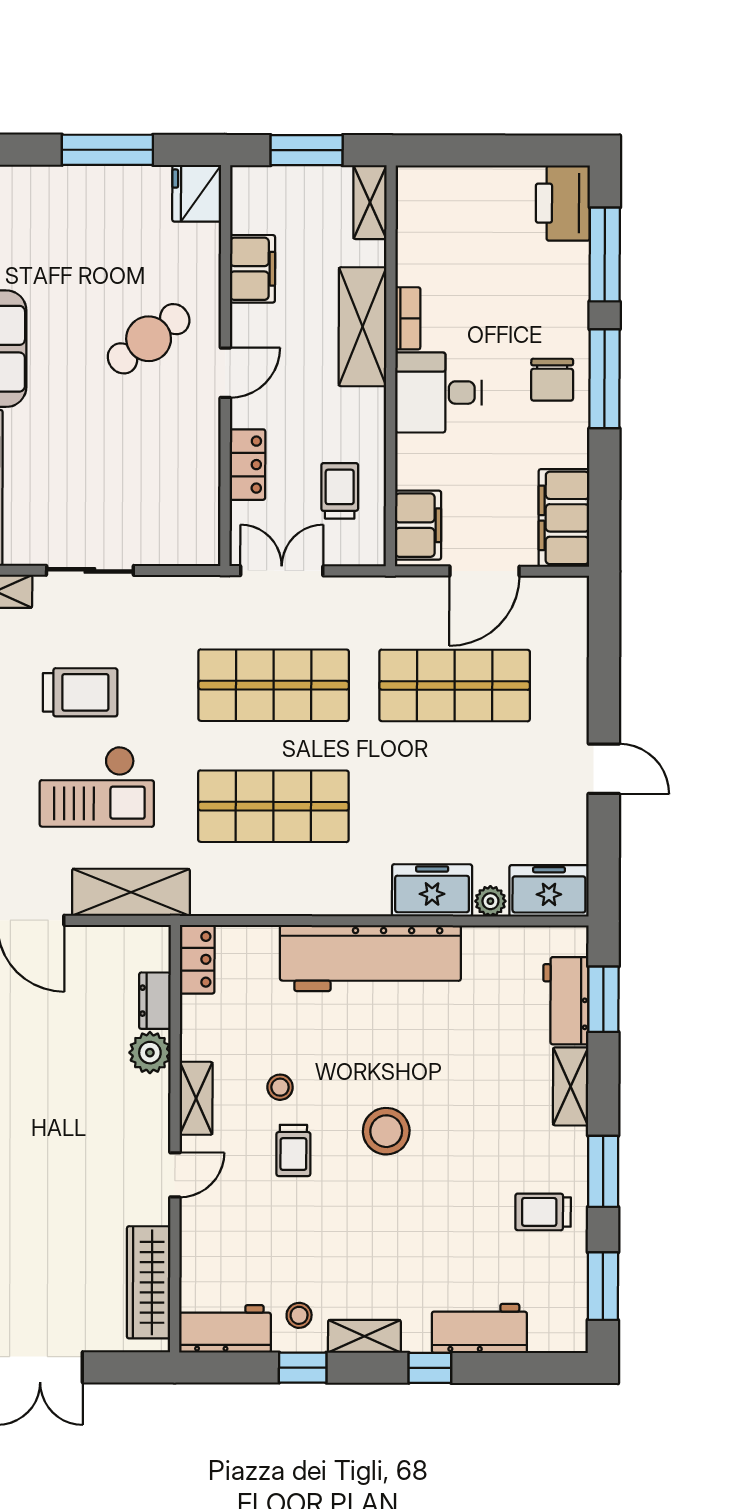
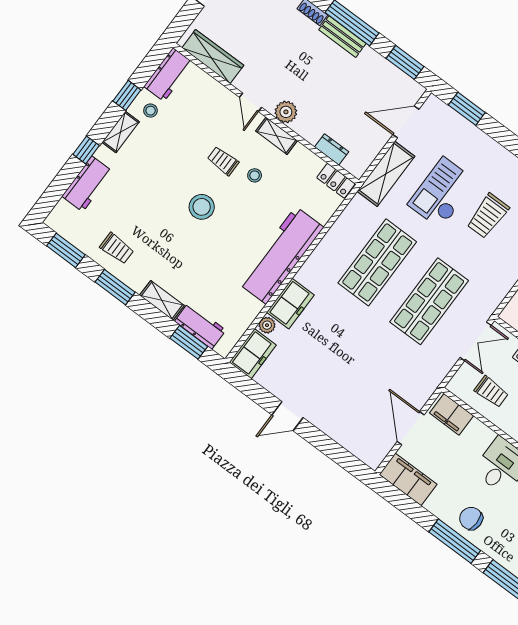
shop shelf: (455, 685) -> (371, 379), removed
plant: (150, 1053) -> (286, 112), moved
trolley: (543, 1212) -> (117, 248), turned 90

